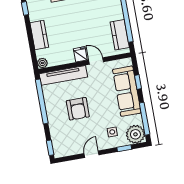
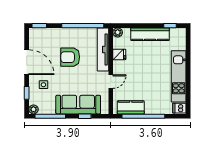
kitchen counter: (39, 35) -> (150, 34), width x1.50
fridge: (80, 54) -> (119, 54), moved
plant: (135, 134) -> (33, 109), width x0.53, depth x0.53
door: (92, 154) -> (27, 62), width x1.88

